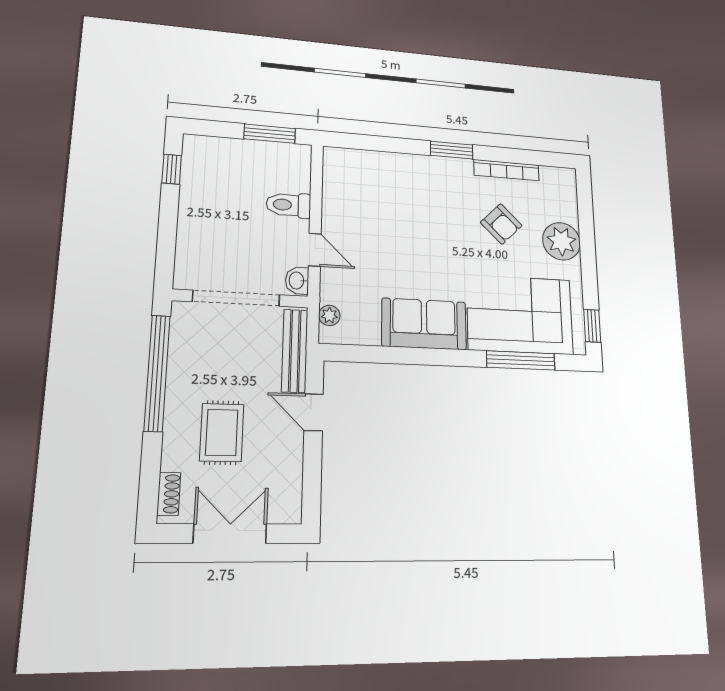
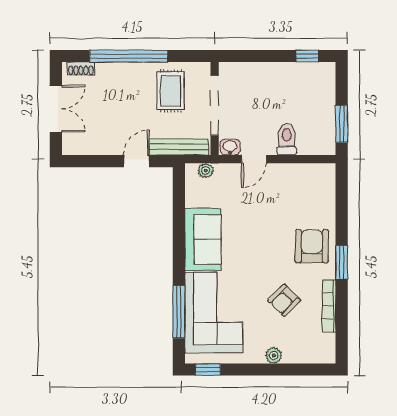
armchair: (432, 184) -> (312, 246), added
plant: (562, 241) -> (274, 355), width x0.53, depth x0.53
window: (157, 373) -> (129, 56), moved
rug: (222, 433) -> (171, 91), moved, turned 90

